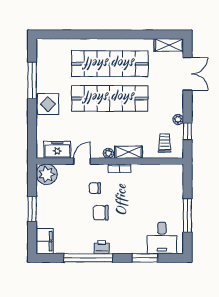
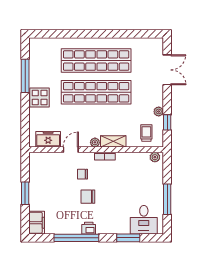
shelving: (169, 45) -> (150, 43), removed
plant: (47, 174) -> (155, 157), moved, width x0.53, depth x0.53

